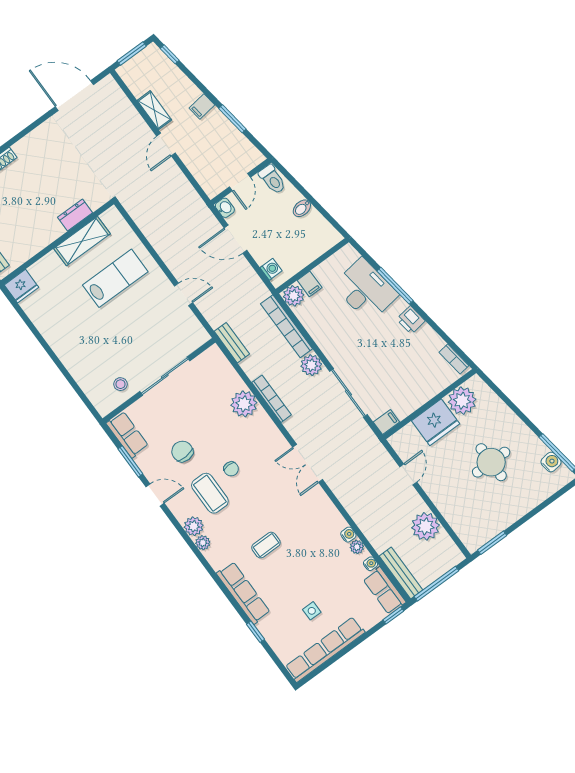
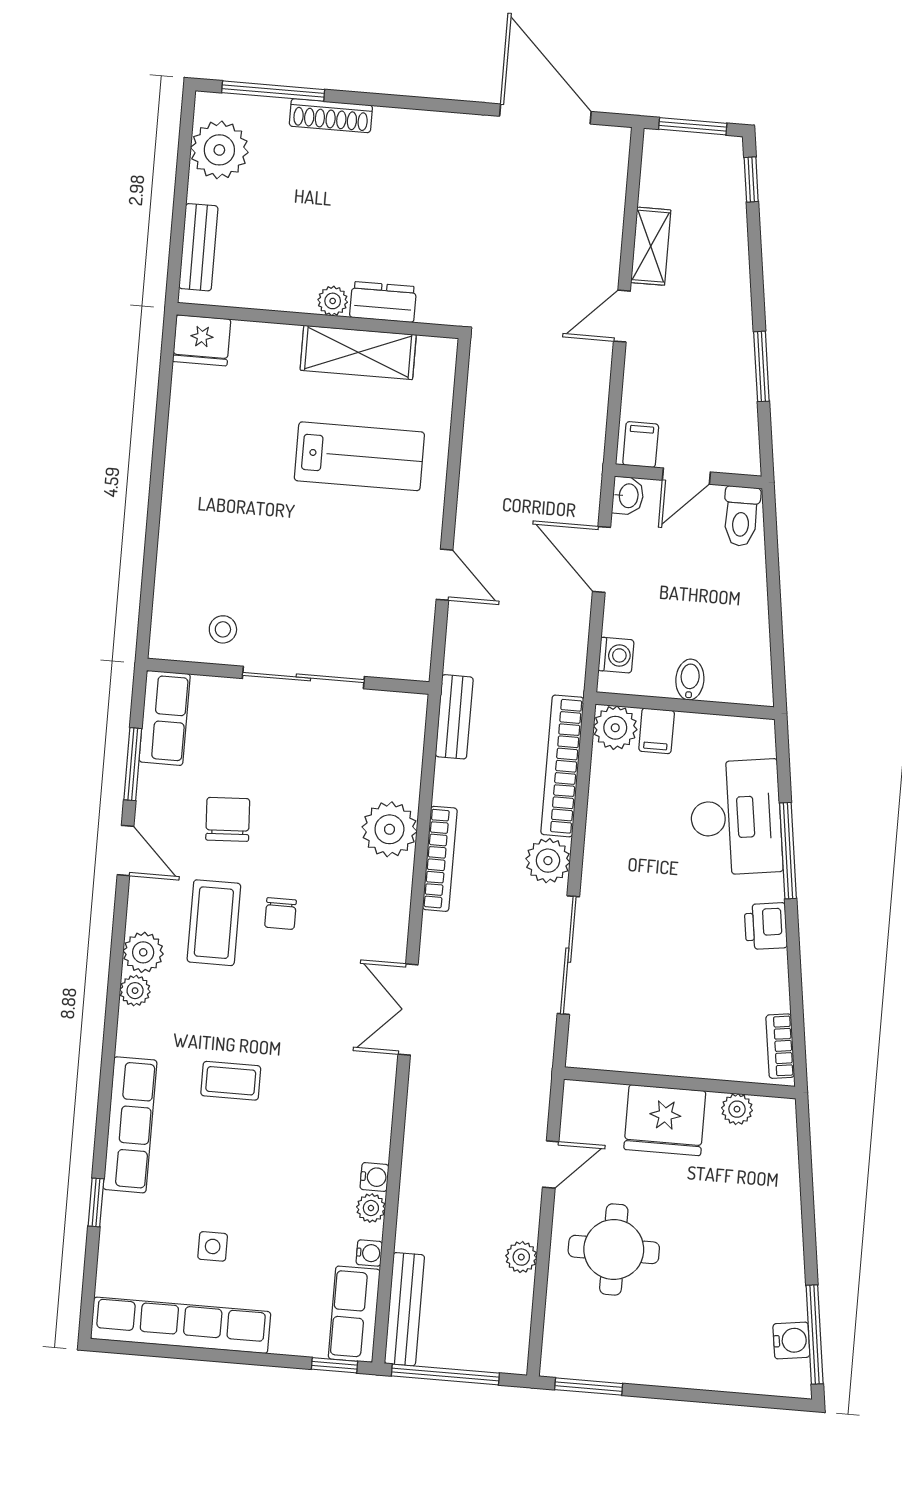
filing cabinet: (202, 107) -> (641, 445), moved, turned 98
bidet: (302, 208) -> (690, 680), moved, turned 98
plant: (56, 231) -> (333, 301), added
plant: (462, 401) -> (737, 1109), width x0.53, depth x0.53
filing cabinet: (386, 422) -> (588, 1053), removed
round table: (491, 462) -> (614, 1249), moved
plant: (425, 526) -> (521, 1257), width x0.53, depth x0.53

